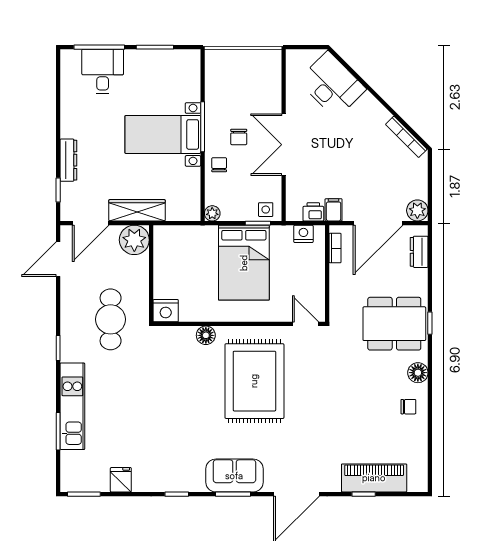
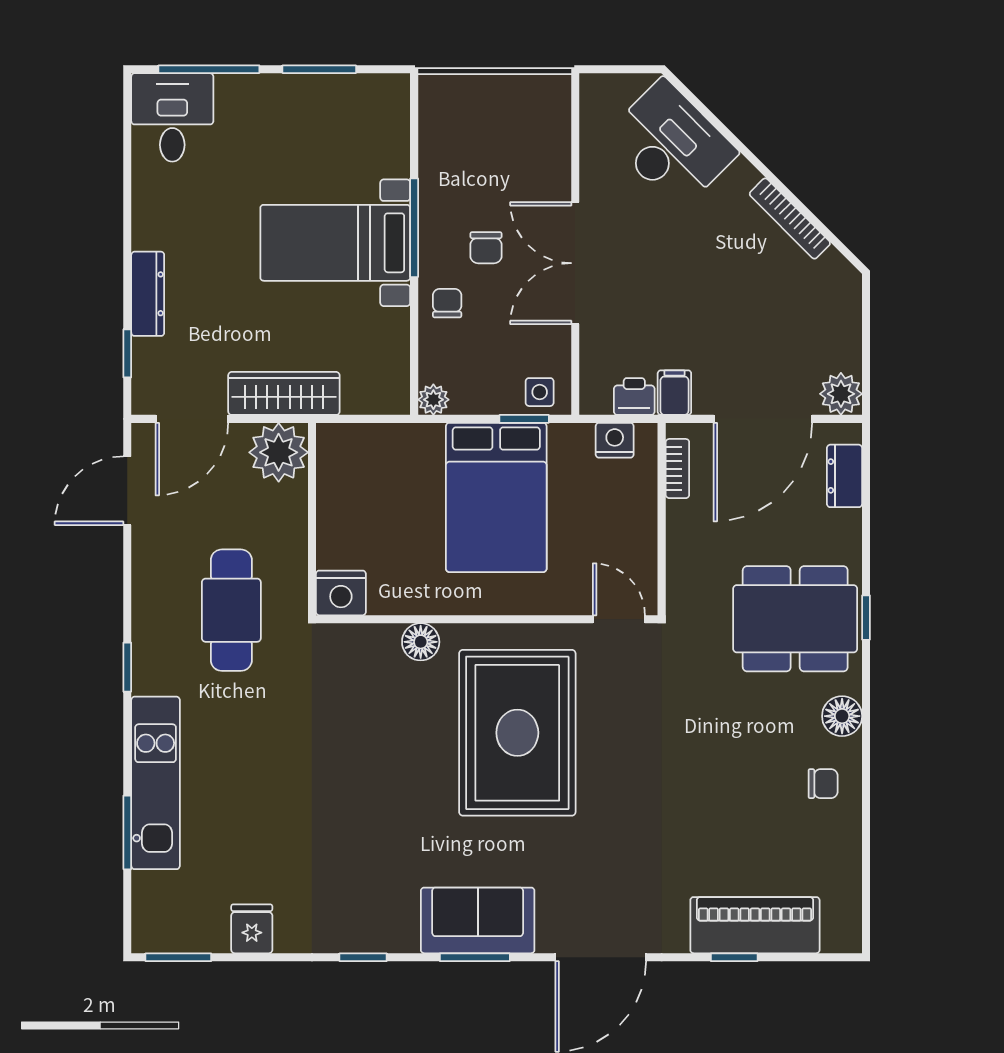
desk: (103, 71) -> (172, 117), moved
bookcase: (406, 137) -> (790, 219), moved

